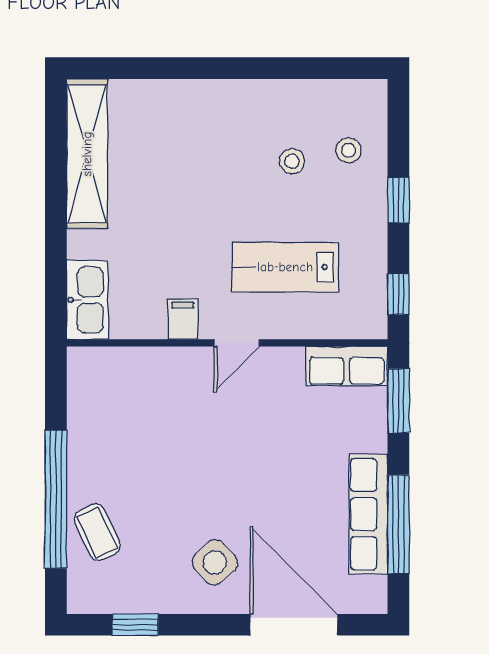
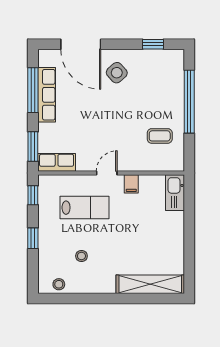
stool: (348, 150) -> (59, 284), moved
shelving: (87, 154) -> (150, 284), moved, turned 90
coffee table: (97, 532) -> (160, 136), moved, turned -65

